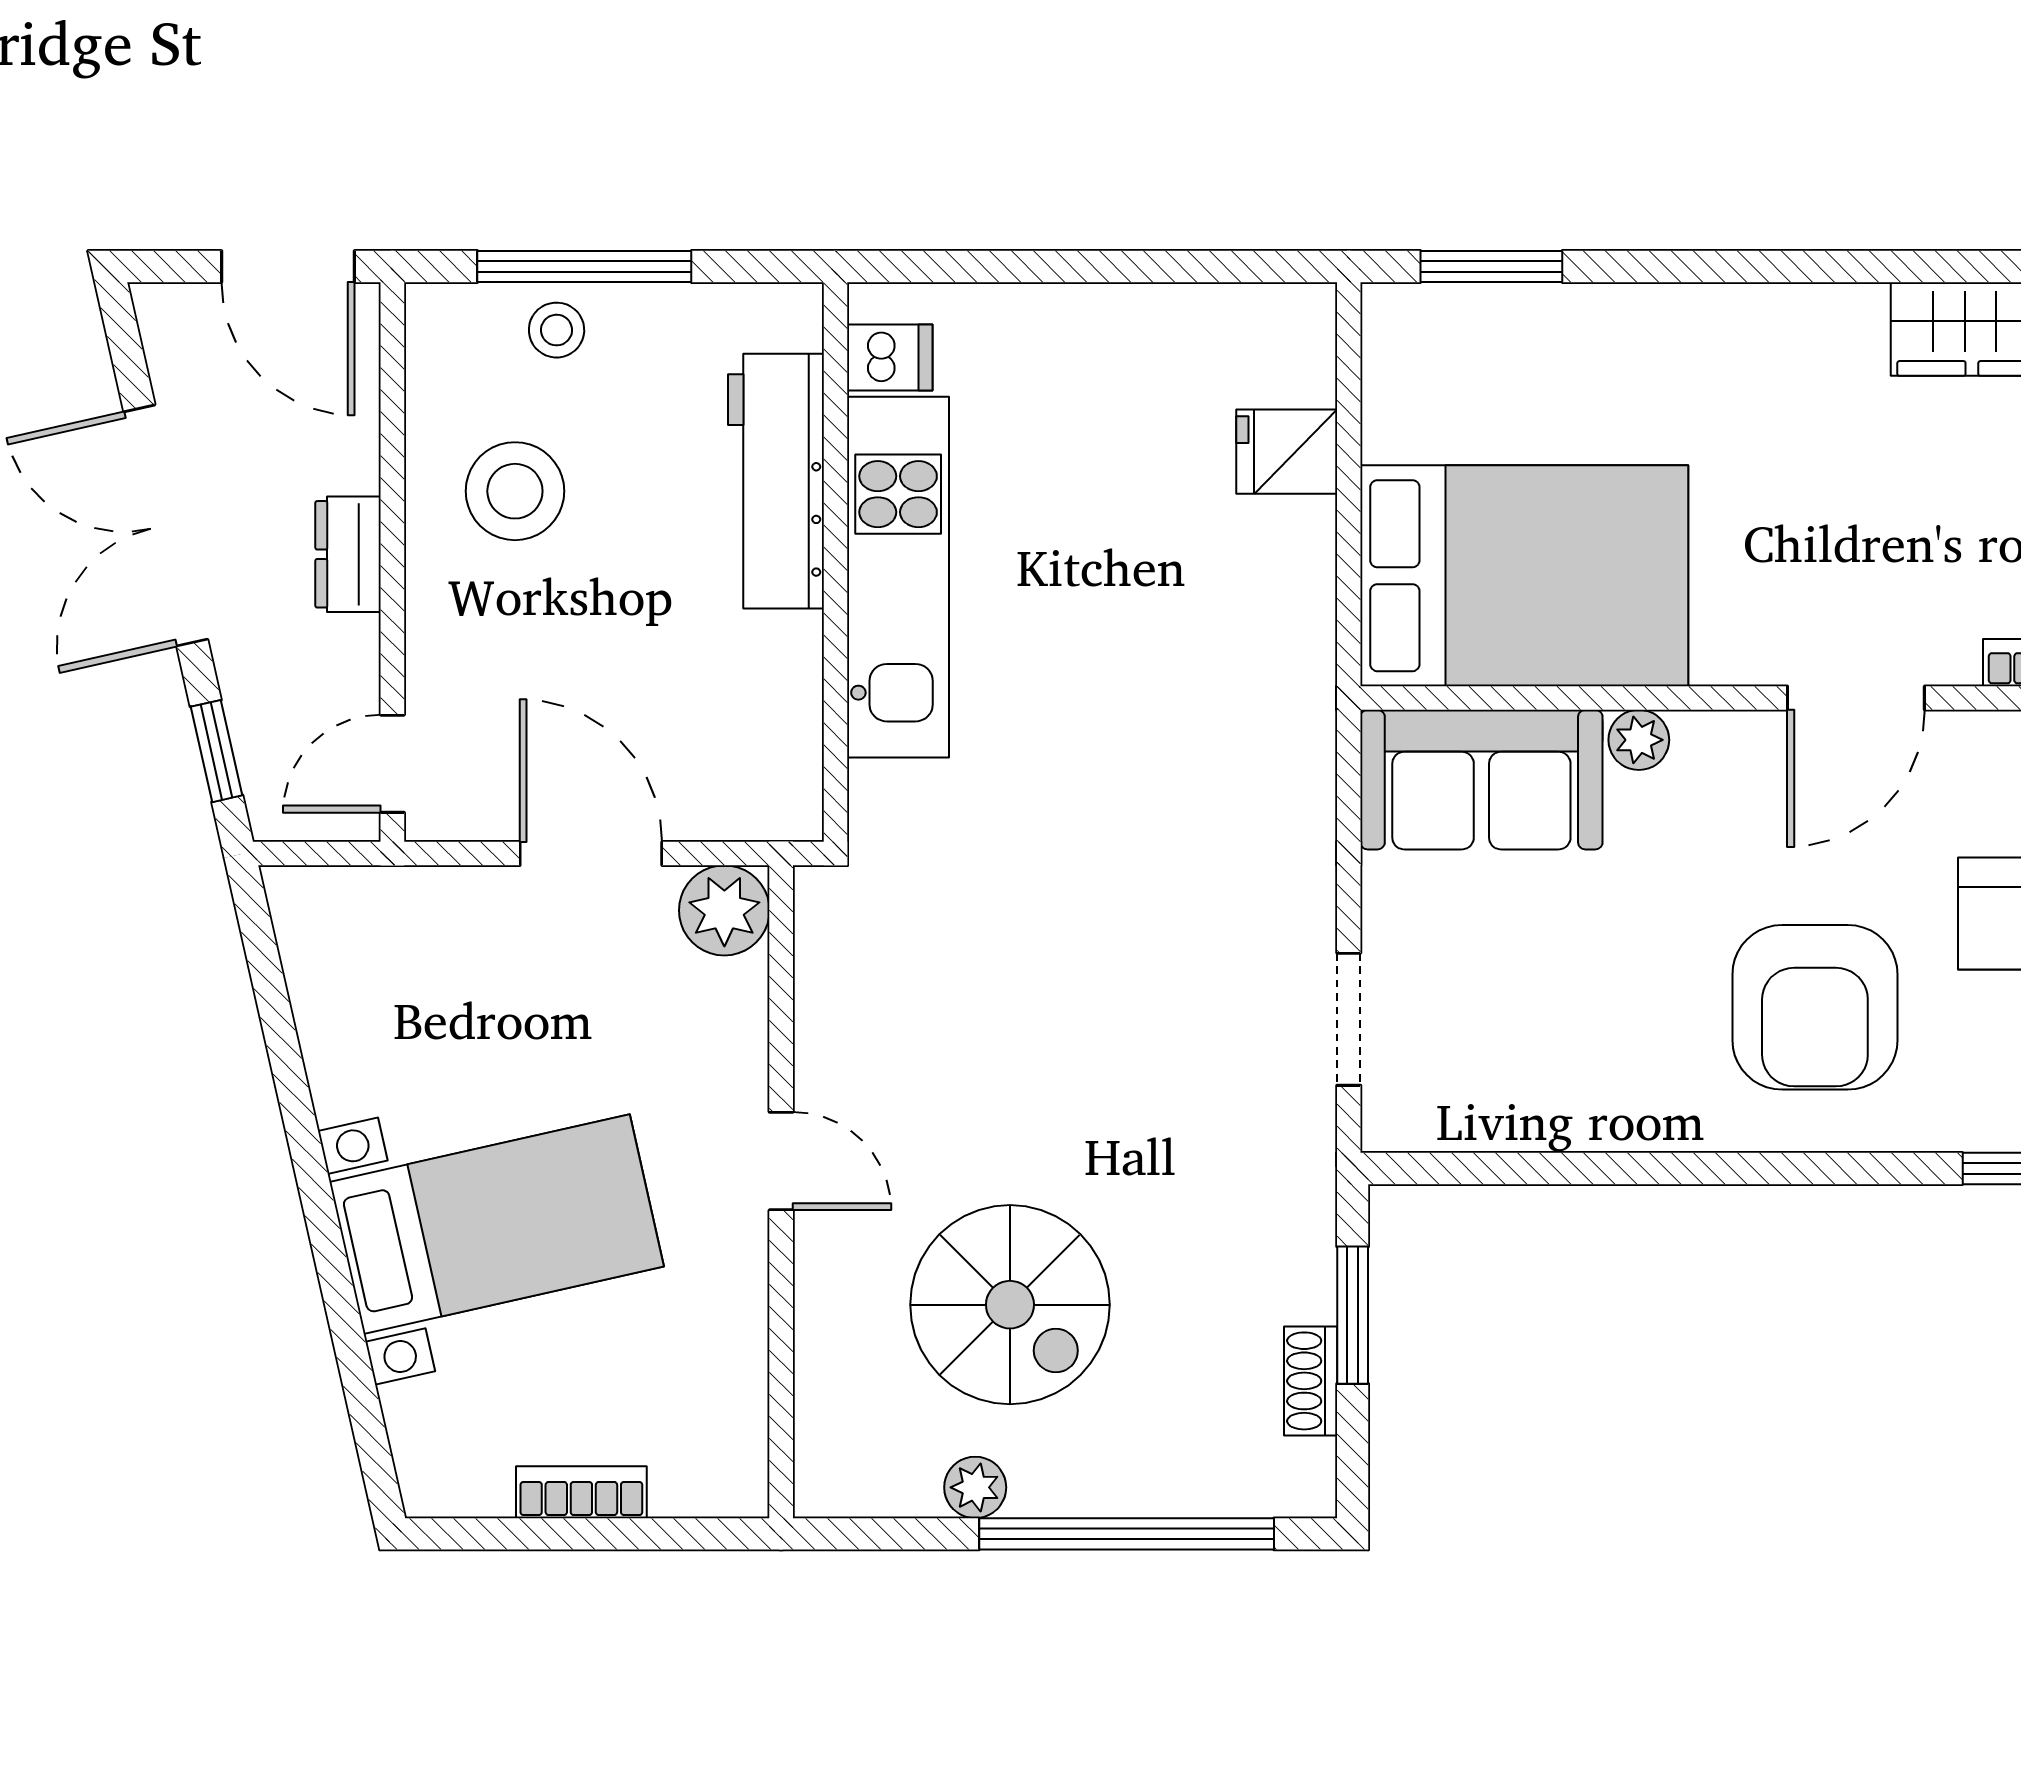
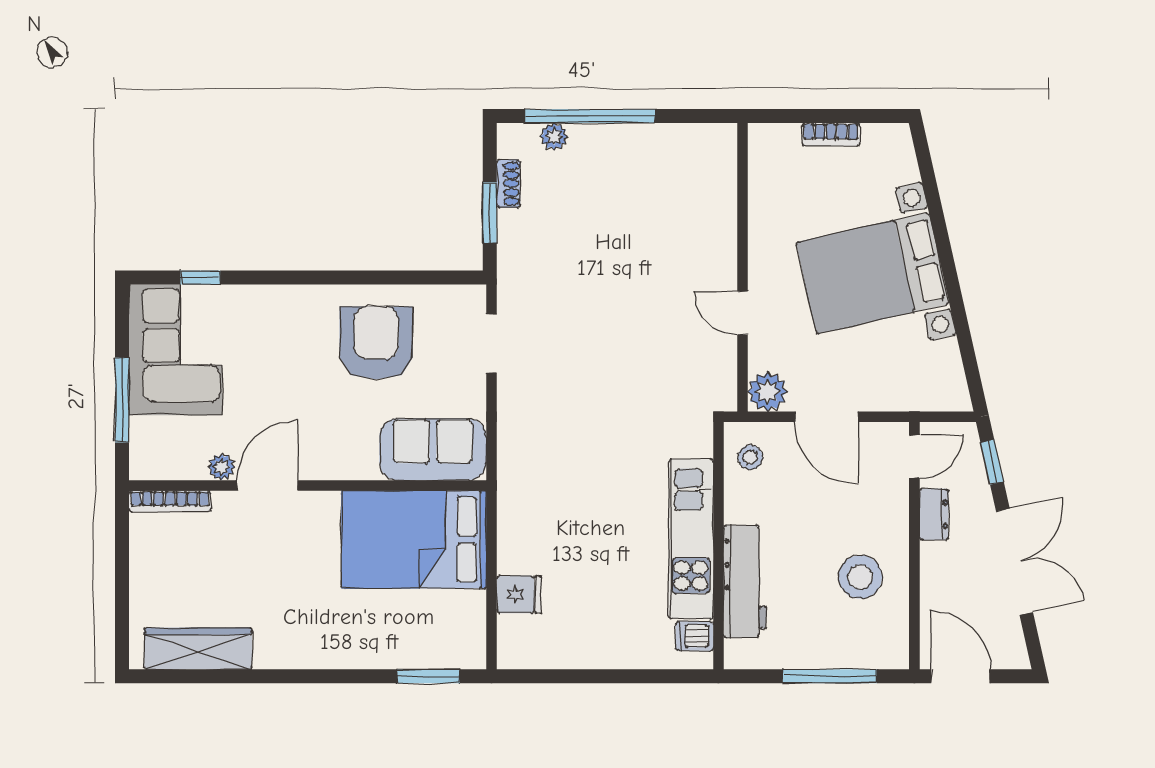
stool: (557, 330) -> (750, 457), moved
dresser: (348, 554) -> (934, 514), moved
plant: (1639, 740) -> (221, 467), moved
armchair: (1815, 1007) -> (376, 343), moved
door: (781, 1161) -> (742, 313), moved
bed with nightstands: (497, 1224) -> (873, 273), width x1.36
spiral stairs: (1010, 1305) -> (641, 217), removed
plant: (975, 1487) -> (554, 136), moved

